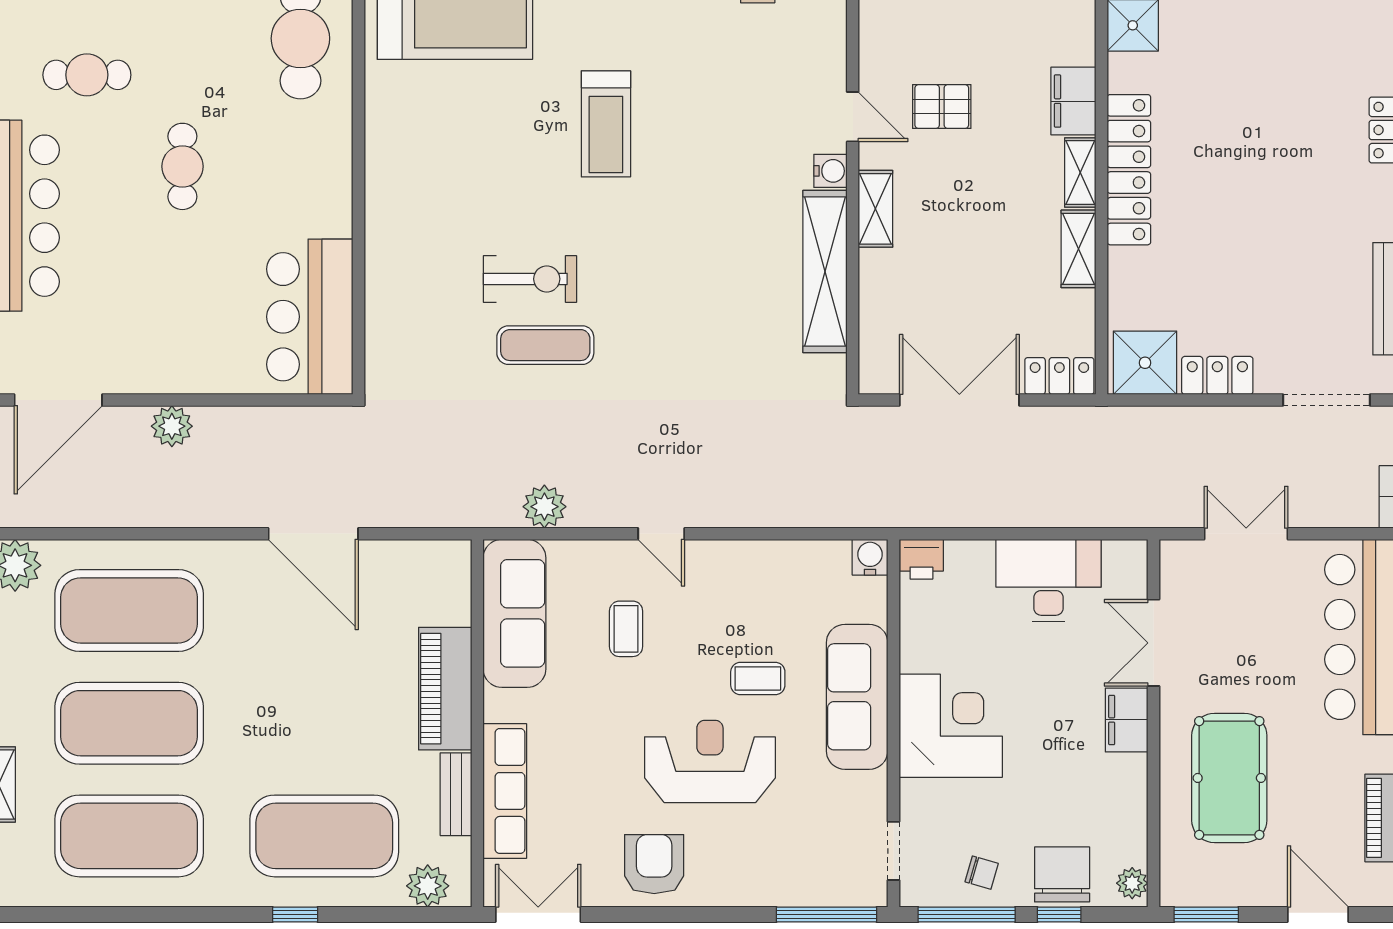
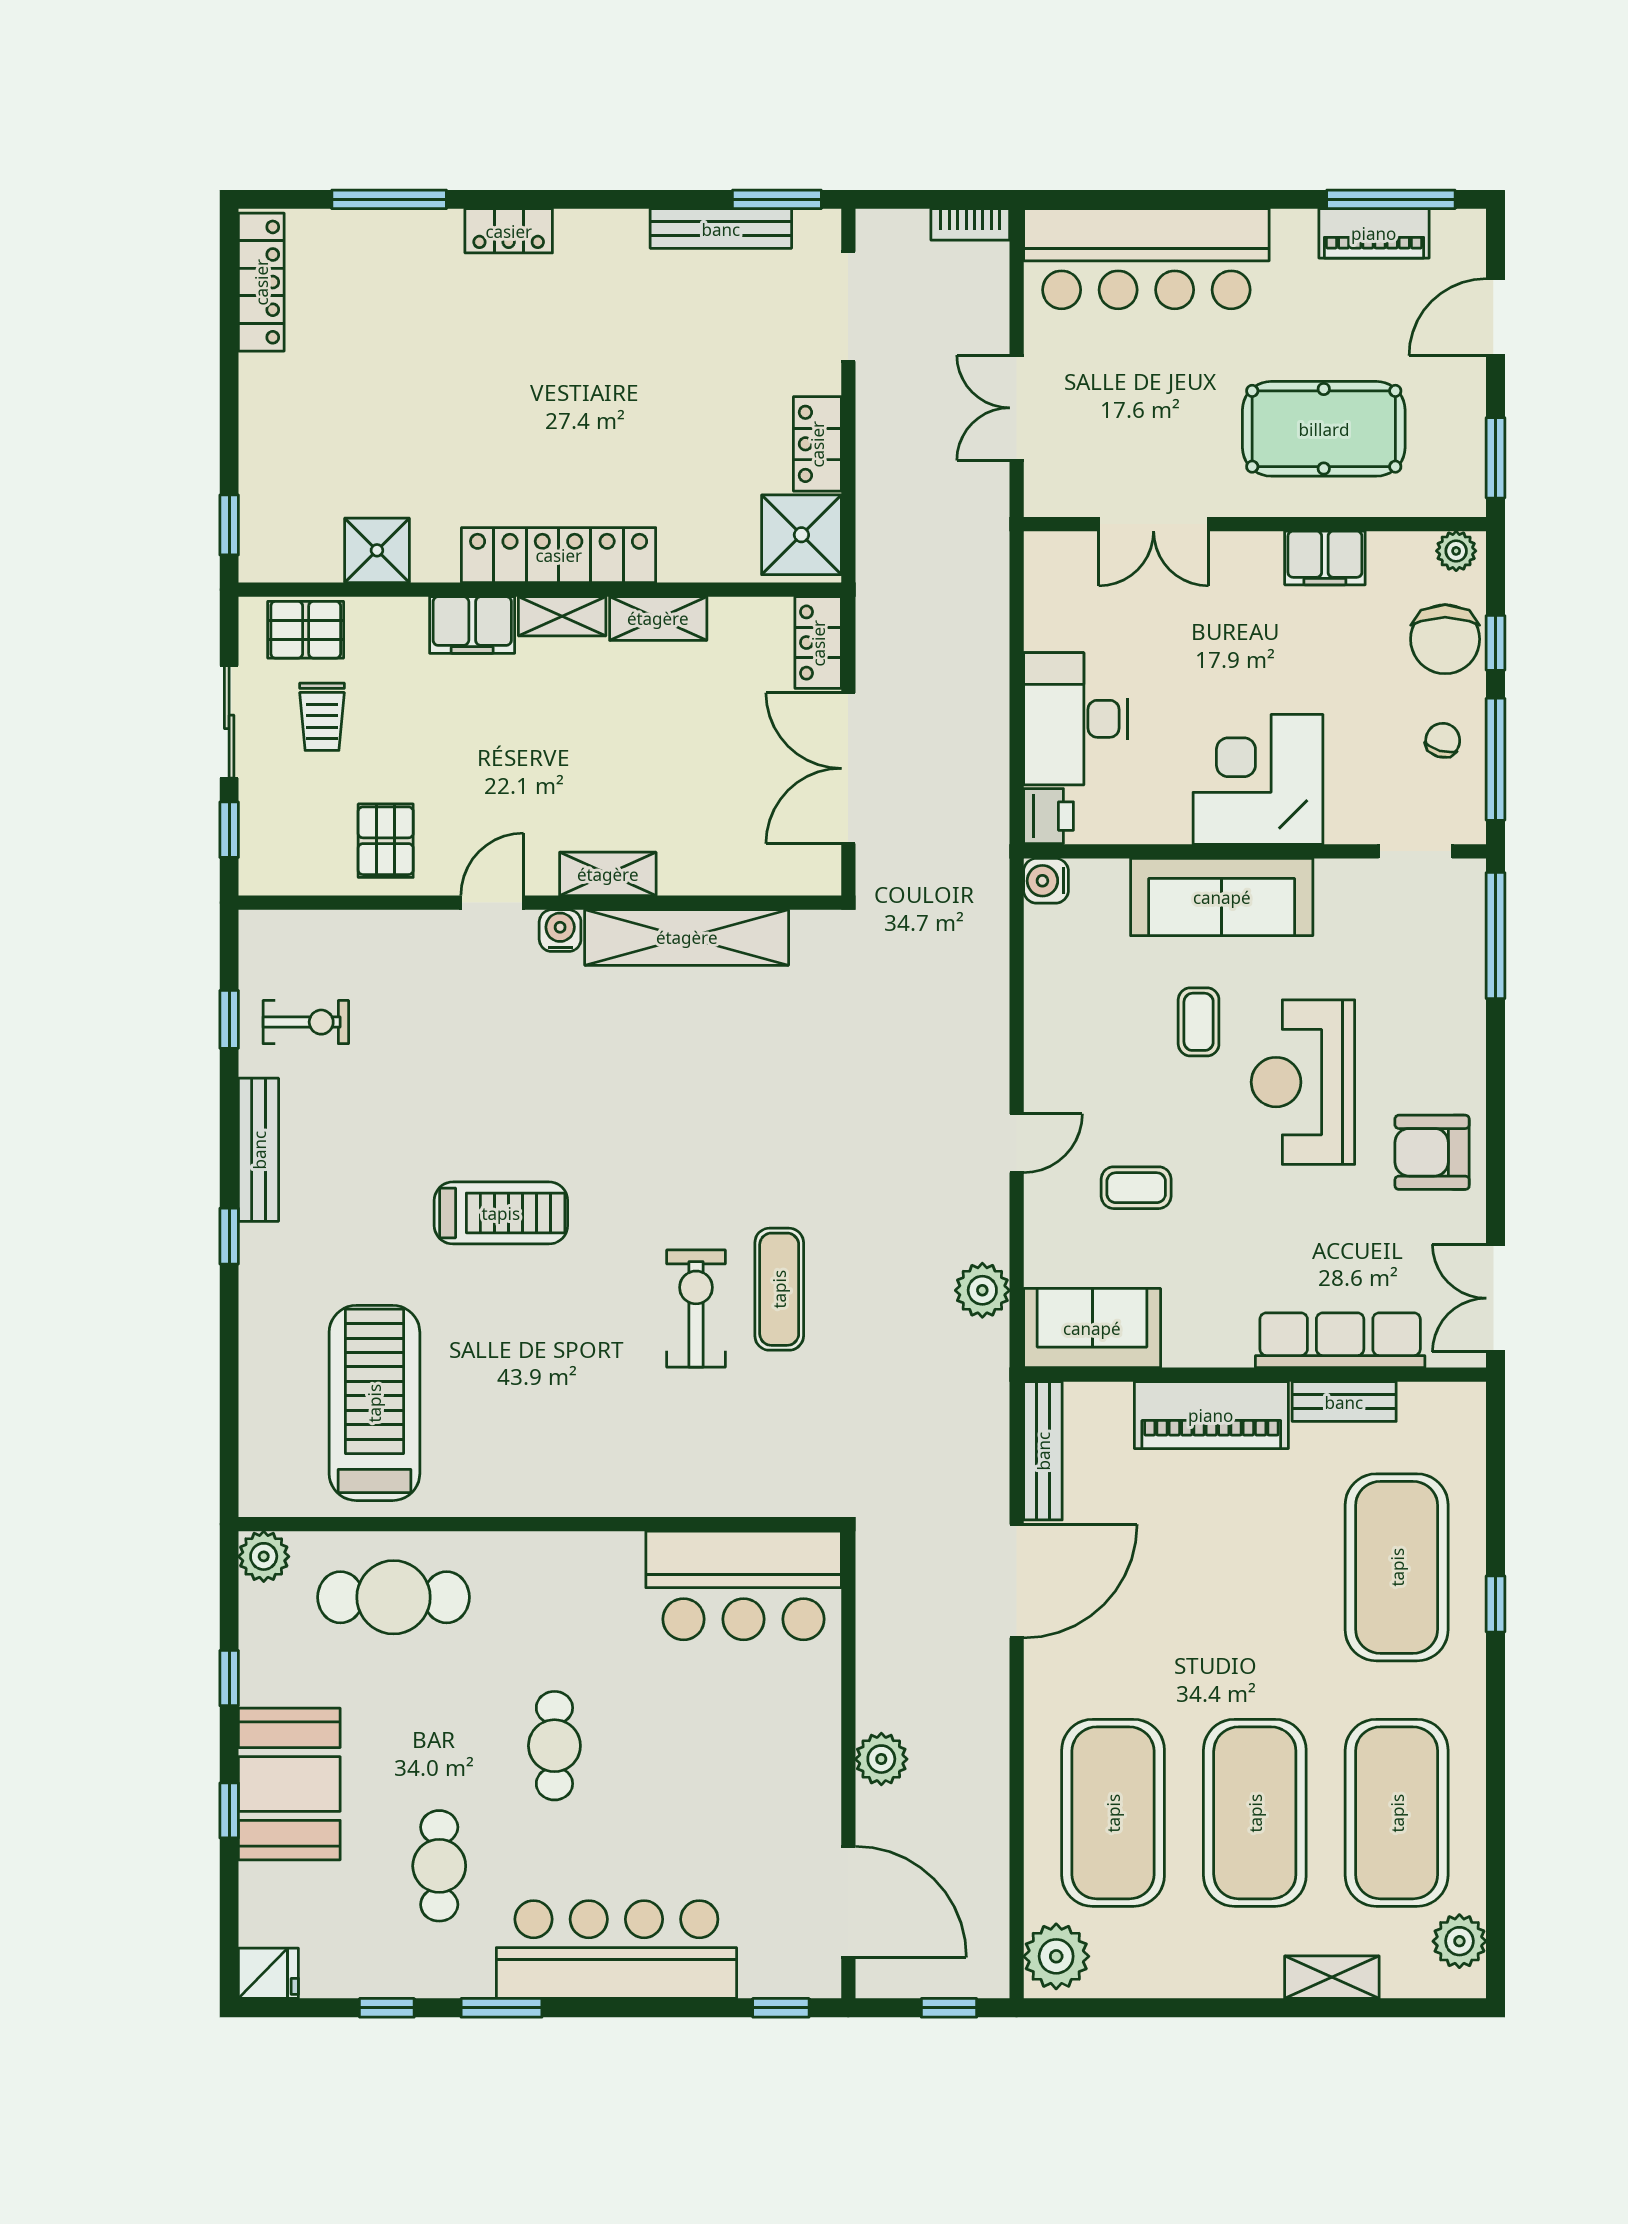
pallet: (942, 107) -> (386, 841), moved
cafe table: (182, 166) -> (554, 1746), turned 90
bench: (417, 555) -> (1043, 1451), added
desk: (1049, 581) -> (1075, 719), moved
sofa: (514, 613) -> (1092, 1328), width x0.73
filing cabinet: (1127, 720) -> (1325, 558), moved
chair: (1062, 874) -> (1445, 639), turned -90
plant: (428, 886) -> (1459, 1941), moved

